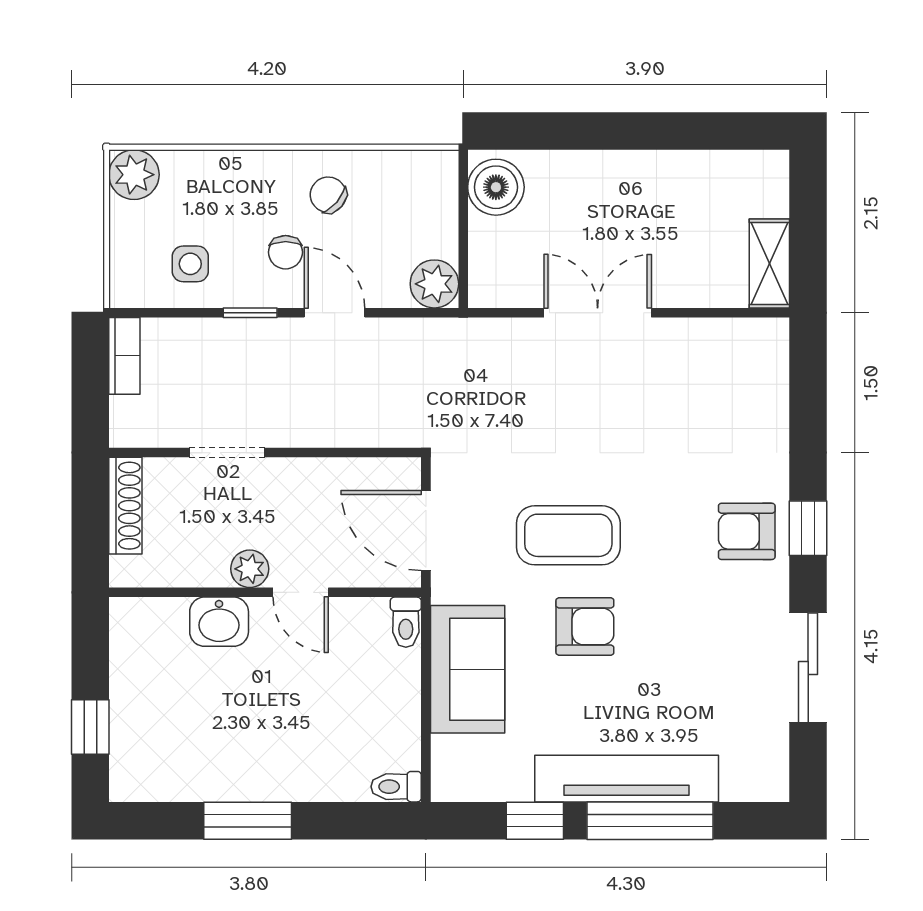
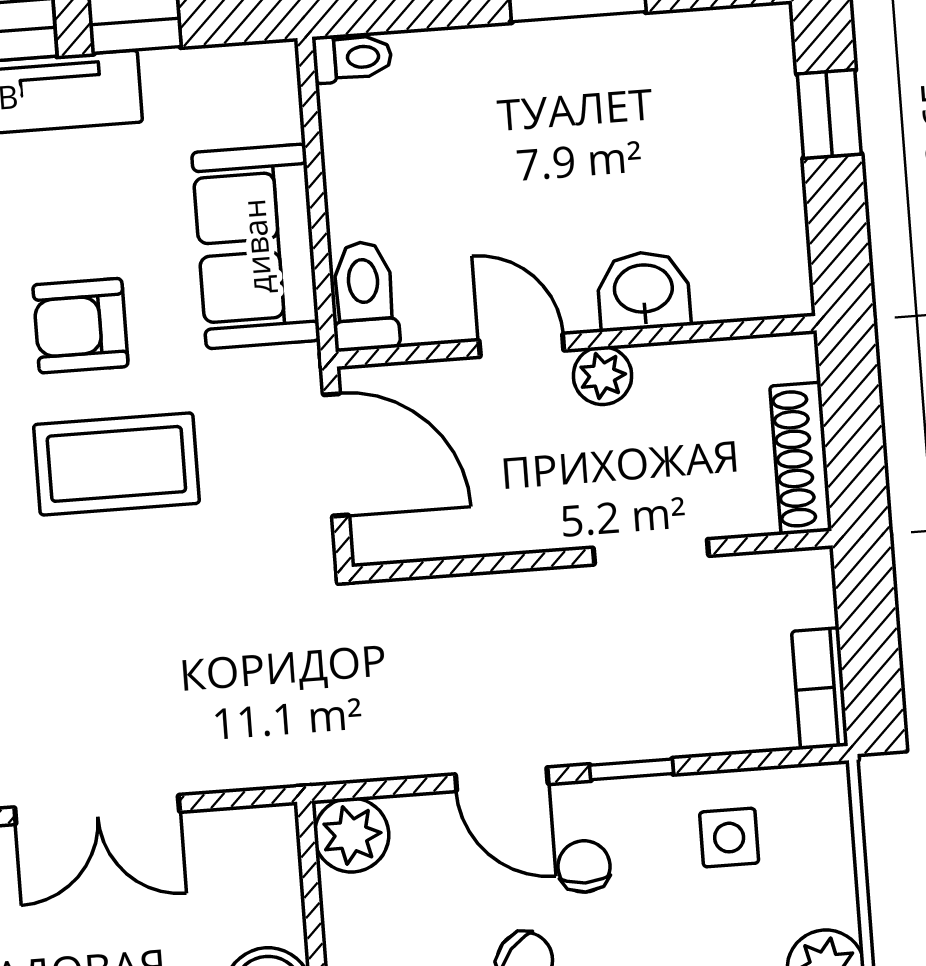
toilet: (406, 622) -> (364, 296), width x1.37, depth x1.39

